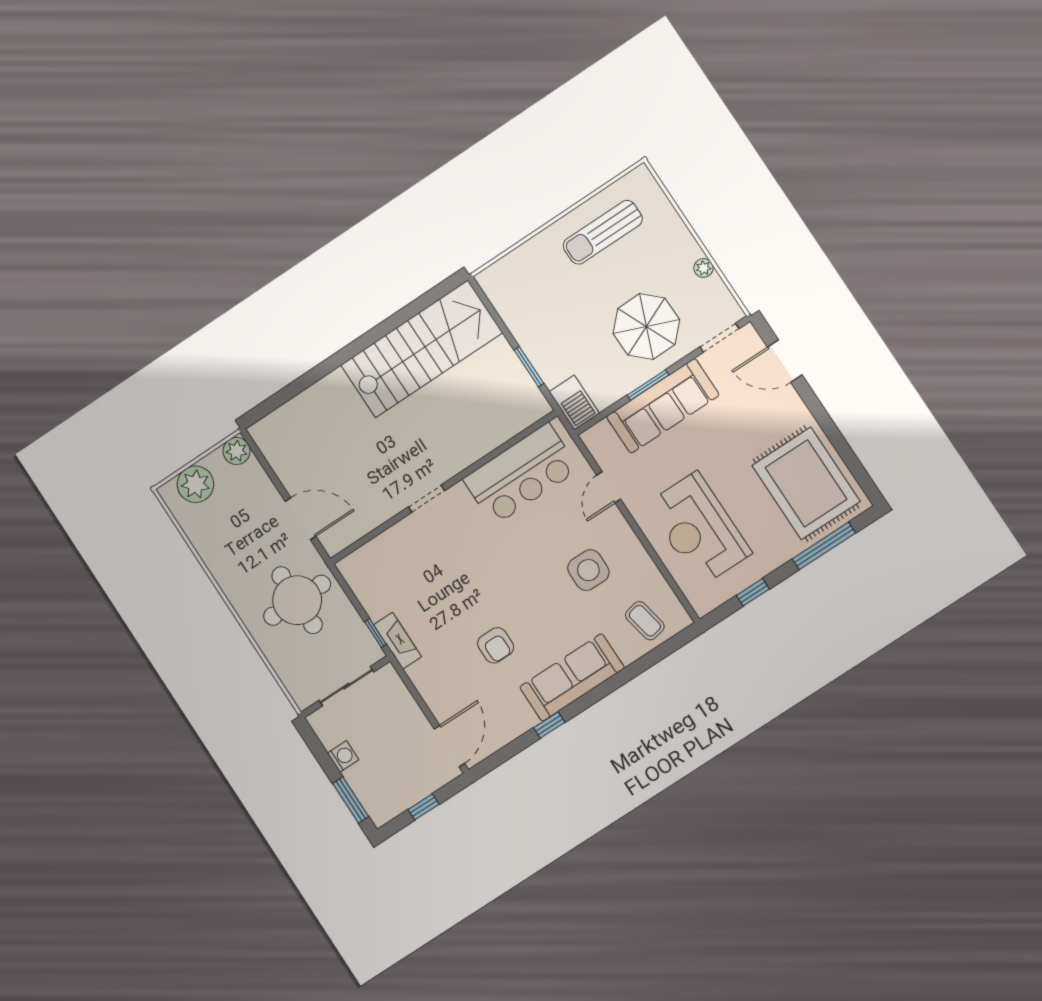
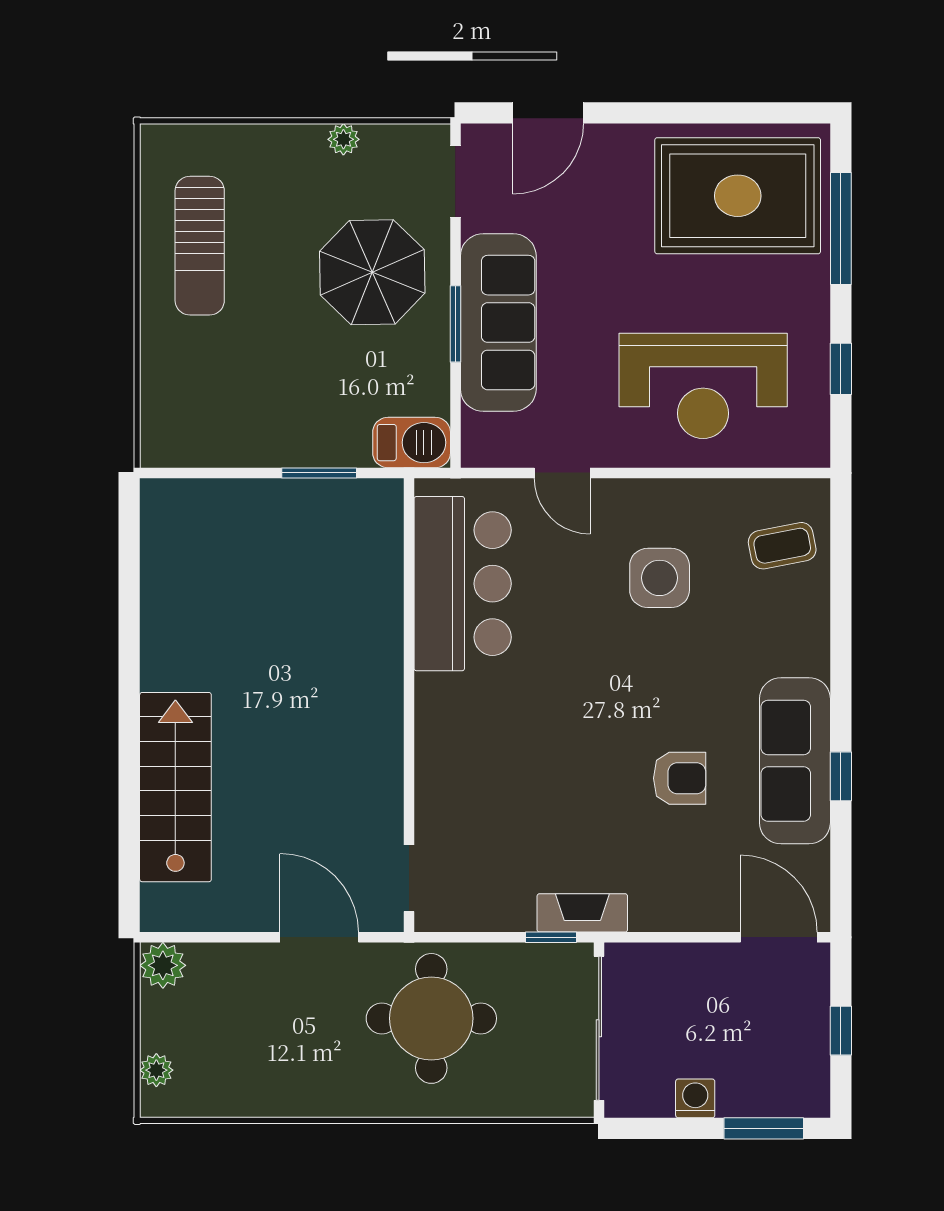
stairs: (422, 349) -> (175, 787), moved, width x0.73, depth x0.66
plant: (195, 484) -> (156, 1070), width x0.53, depth x0.53
doorway: (426, 499) -> (409, 878), moved
door: (301, 519) -> (319, 937), hinge flipped
sofa: (572, 677) -> (795, 761), moved
sliding door: (346, 686) -> (599, 1028), width x1.37

